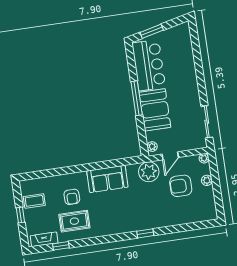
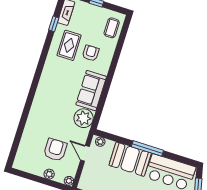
plant: (149, 172) -> (84, 118), moved
armchair: (72, 197) -> (91, 53), turned 90
coffee table: (34, 201) -> (112, 28), moved
window: (145, 233) -> (30, 100), removed

